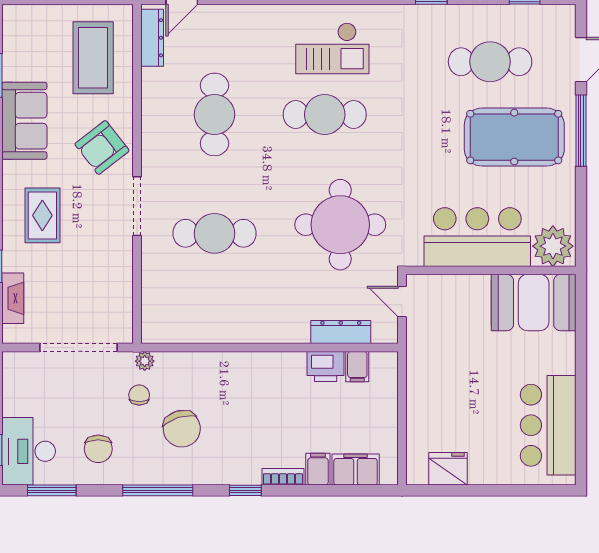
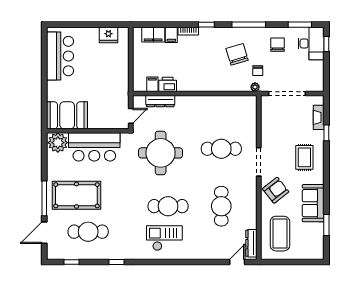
door: (402, 301) -> (131, 116), hinge flipped

